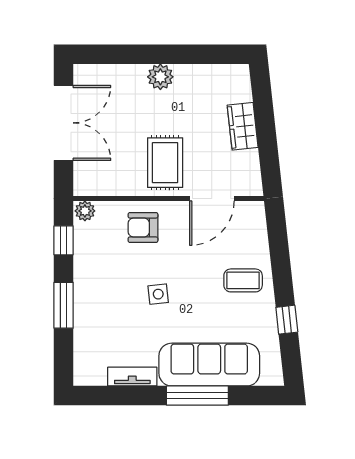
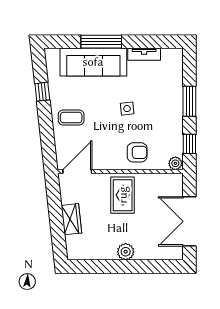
door: (212, 199) -> (77, 172), moved

